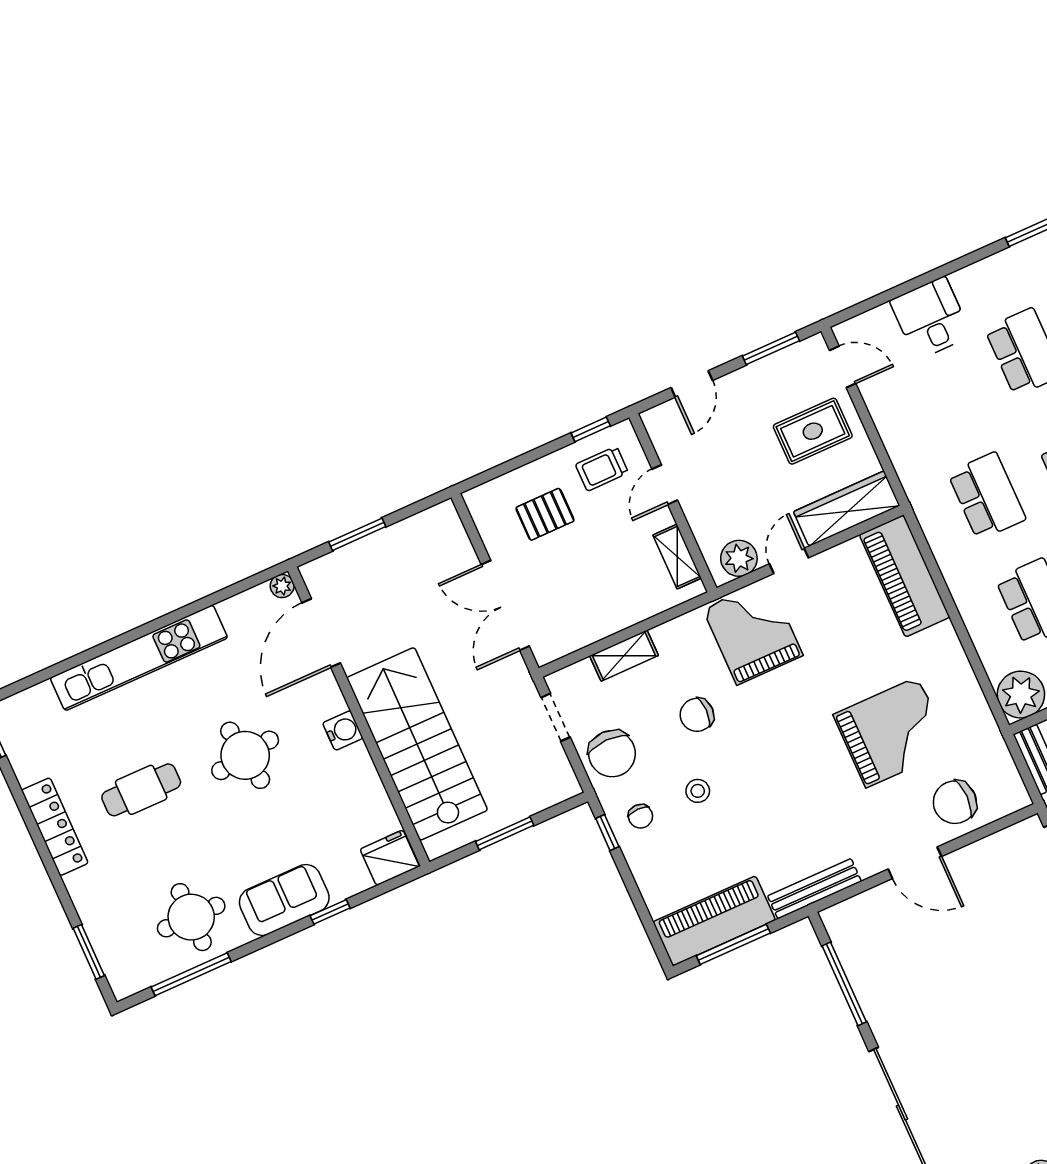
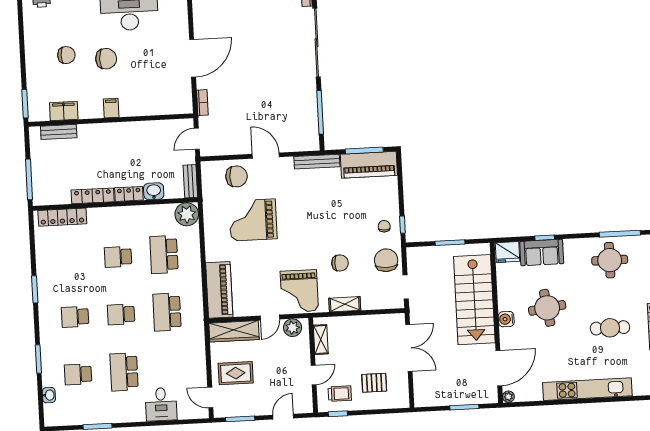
shelving: (624, 656) -> (345, 304), moved
round table: (245, 755) -> (547, 308), moved
stool: (698, 791) -> (353, 228), removed
sofa: (284, 900) -> (542, 253), moved

